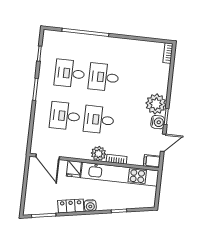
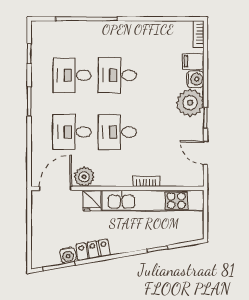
water cooler: (158, 122) -> (195, 79), moved
door: (163, 143) -> (206, 153), swing flipped
plant: (98, 154) -> (84, 177), moved
door: (48, 157) -> (55, 188), swing flipped
filing cabinet: (152, 161) -> (193, 61), moved
water cooler: (90, 206) -> (68, 255), moved

